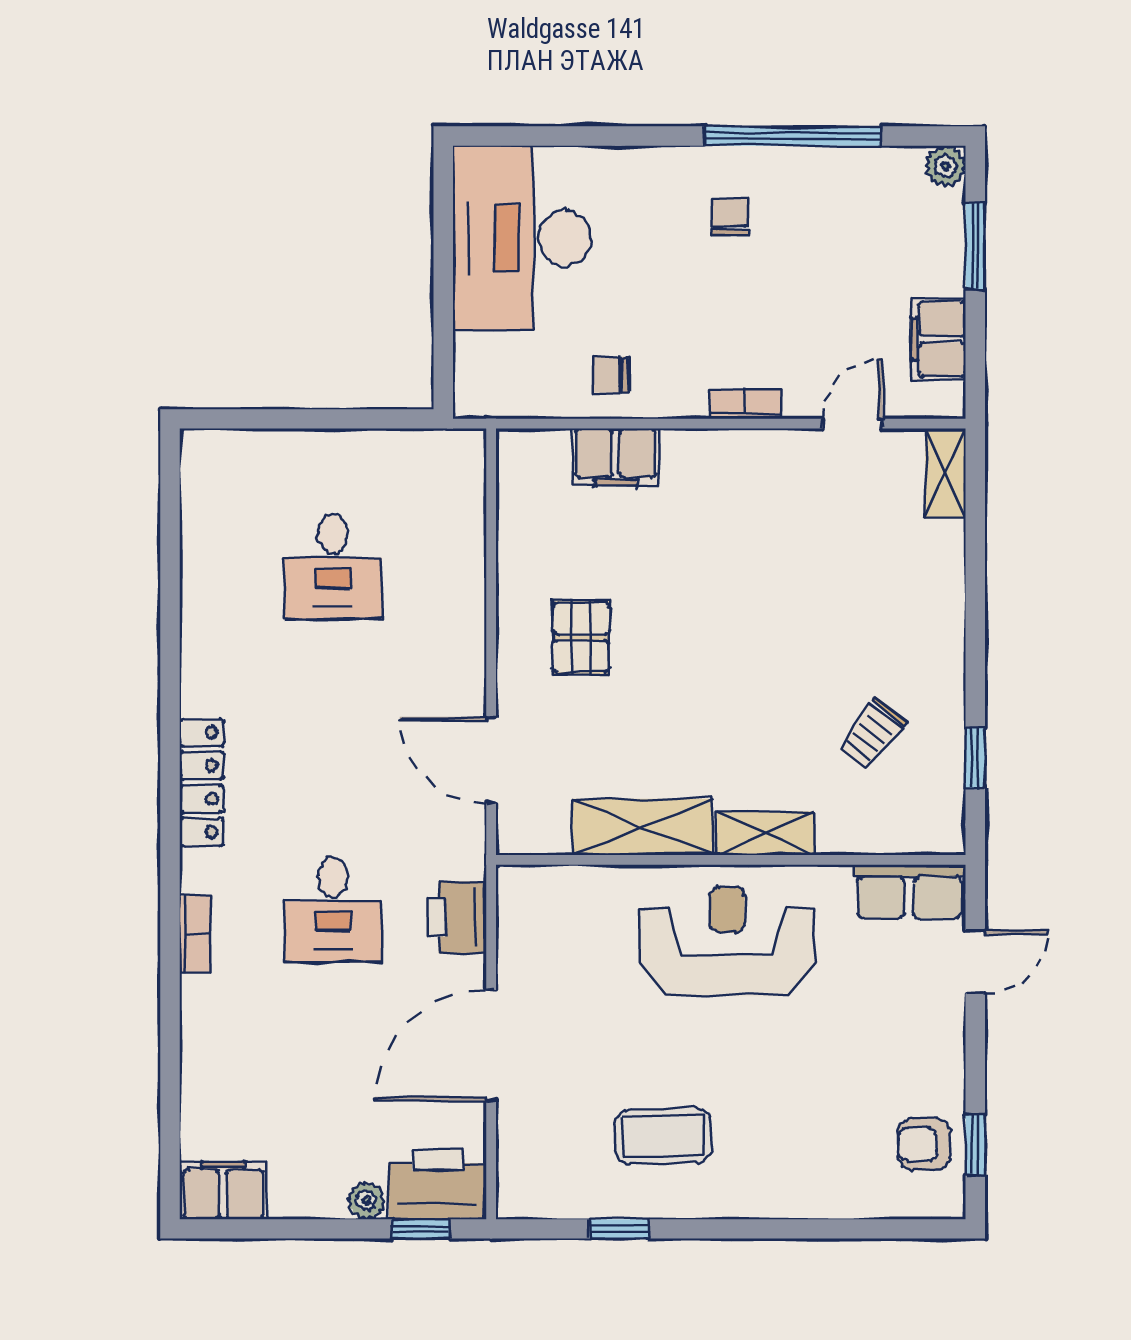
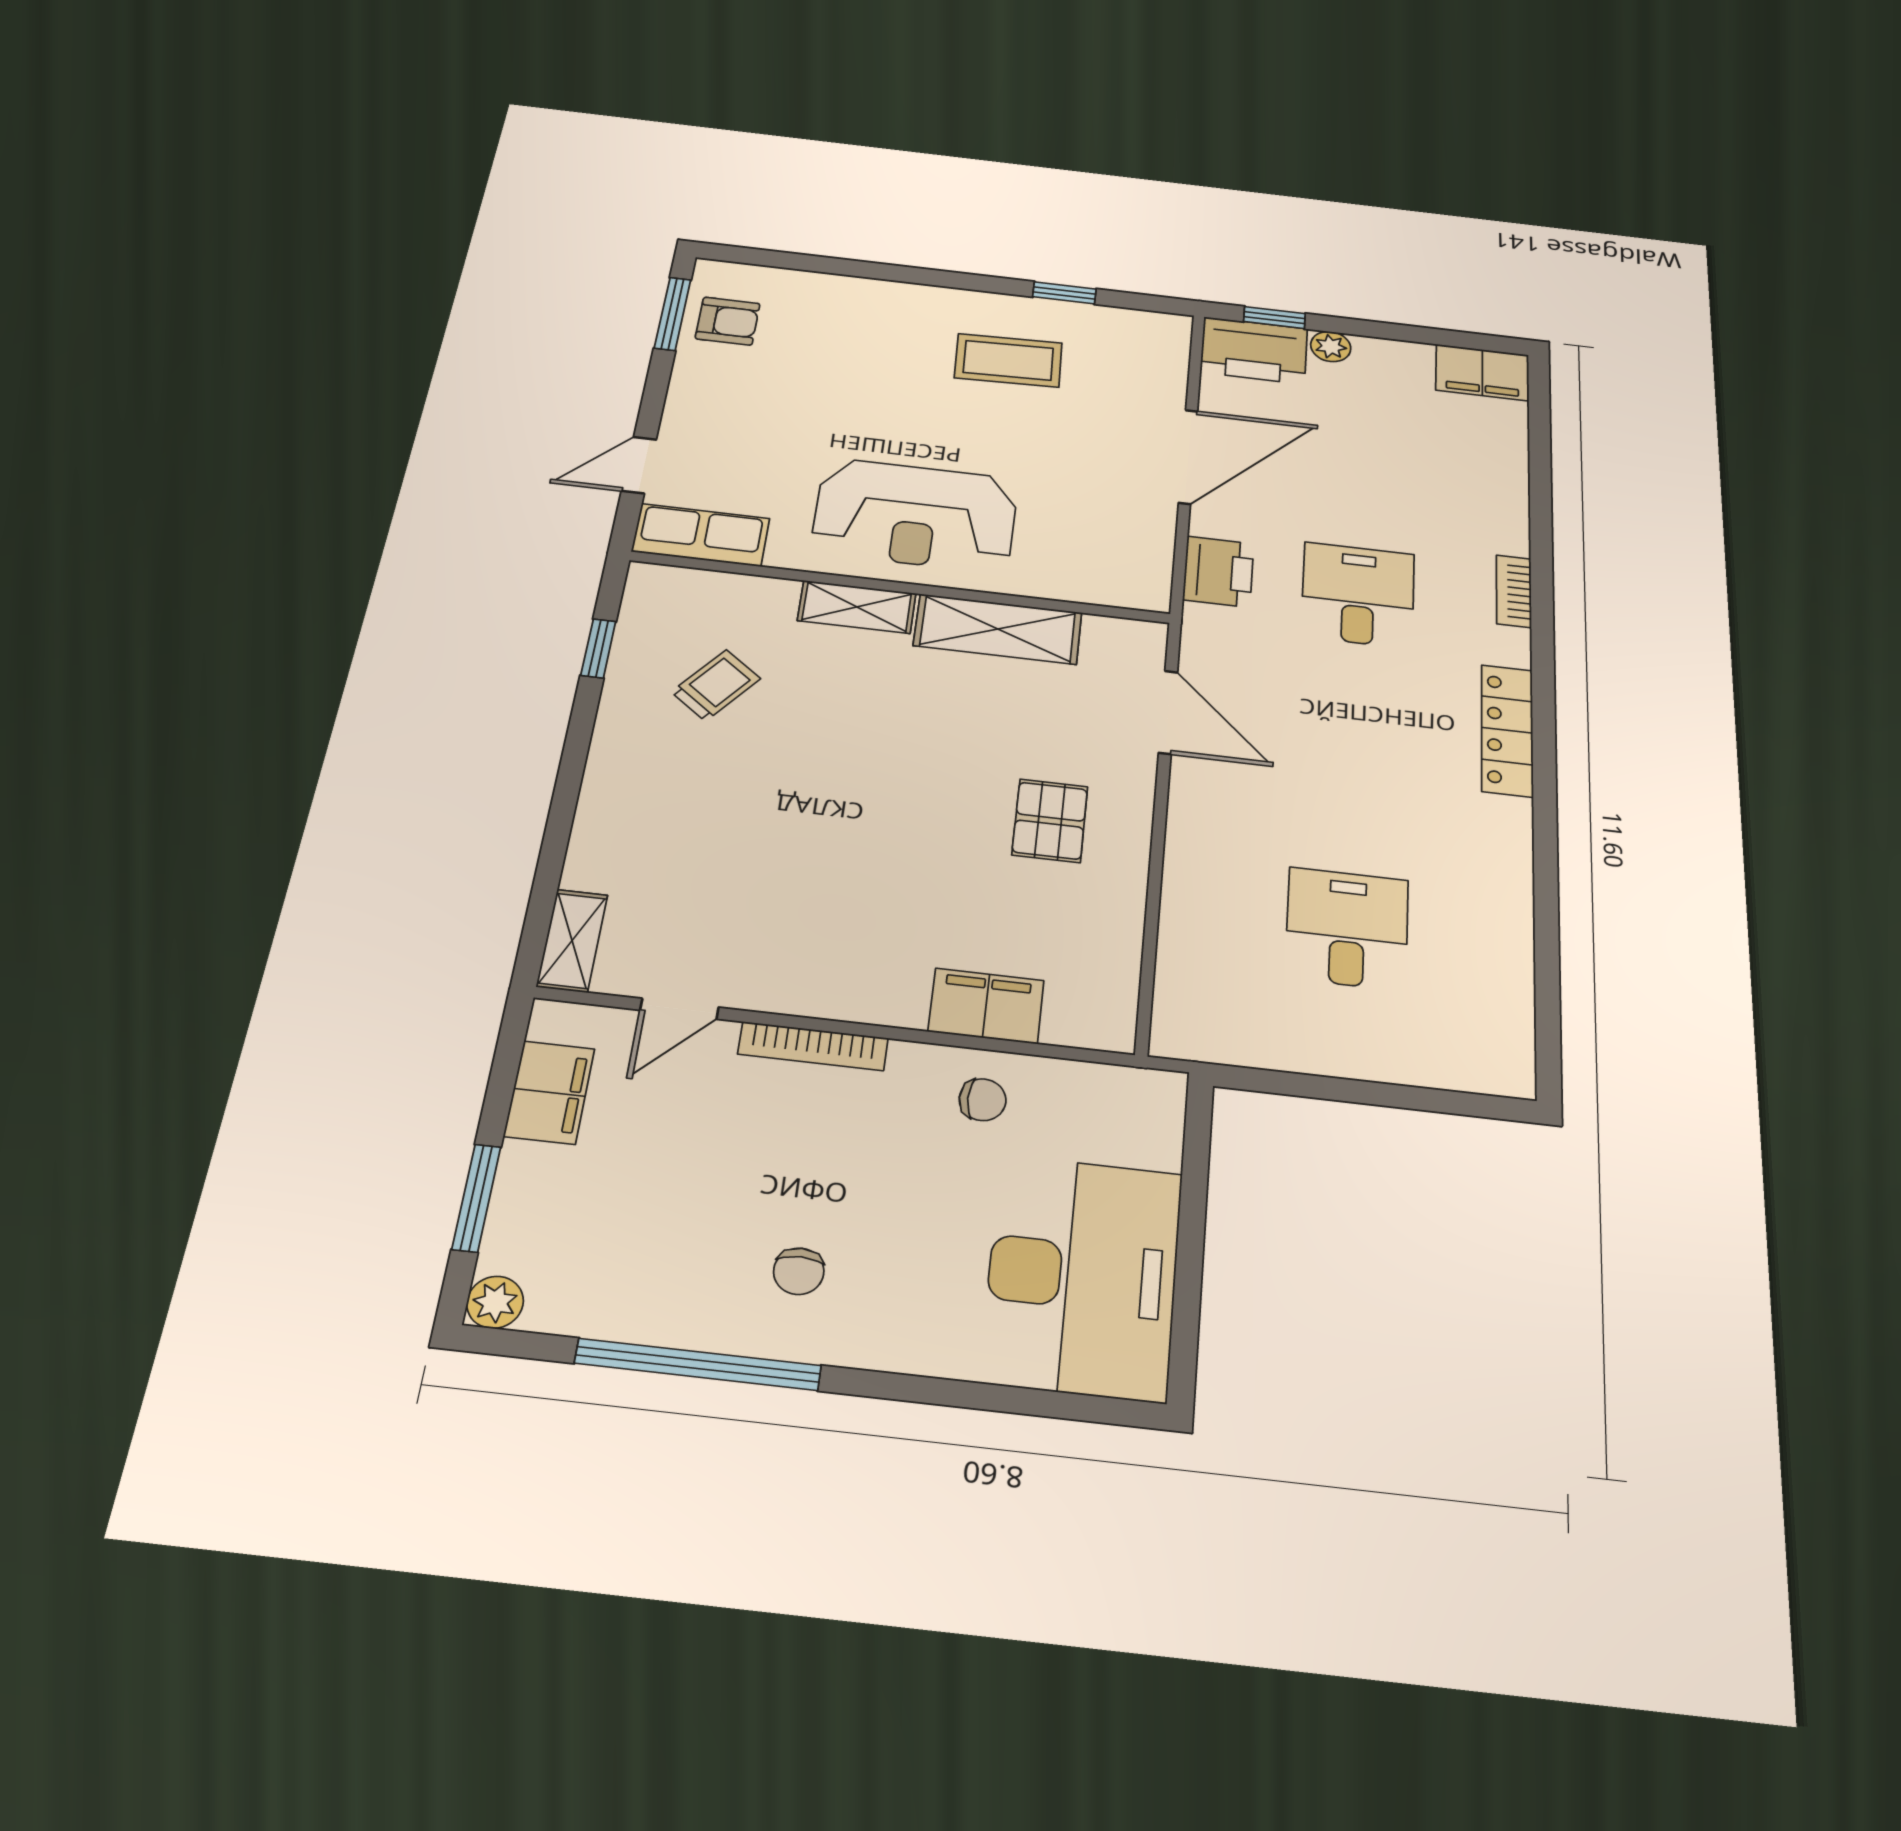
bookcase: (745, 404) -> (813, 1046), width x1.56
window: (975, 1145) -> (673, 314), width x1.50

